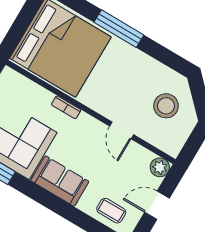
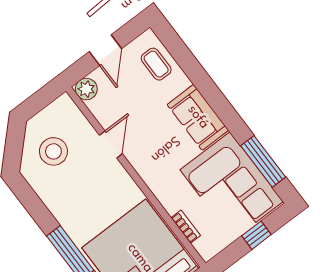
bookcase: (66, 107) -> (186, 227), moved
door: (157, 205) -> (105, 50), hinge flipped

